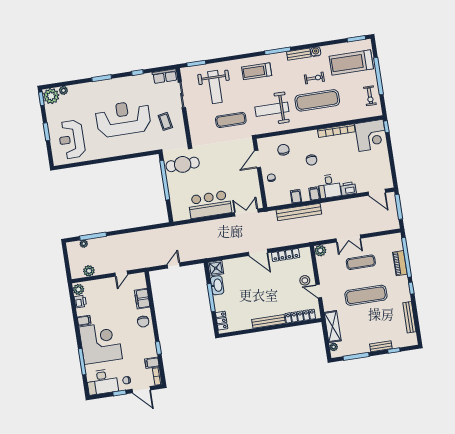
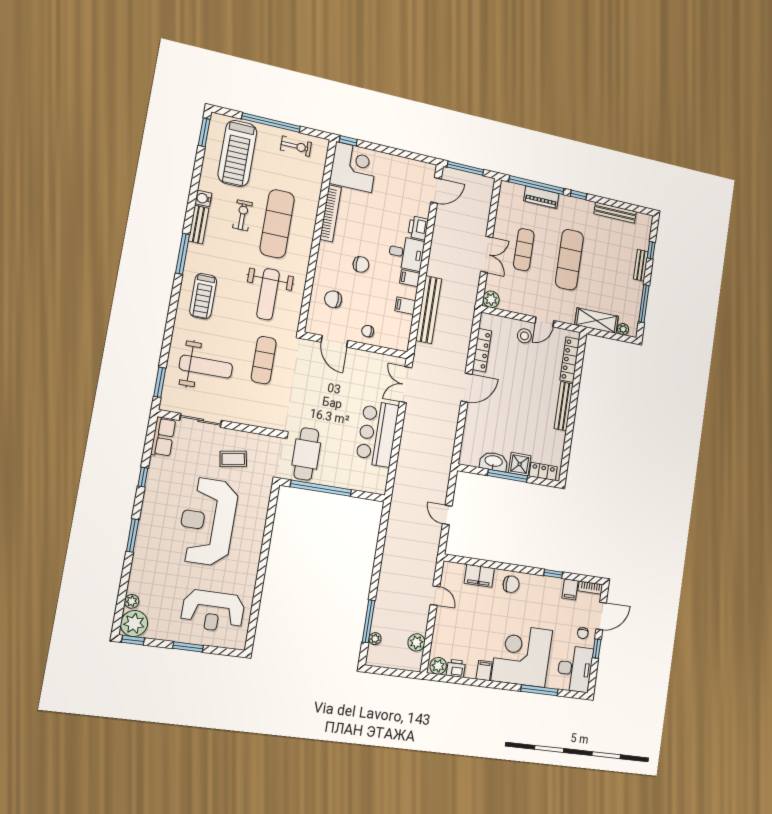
shower: (216, 268) -> (520, 464), moved

